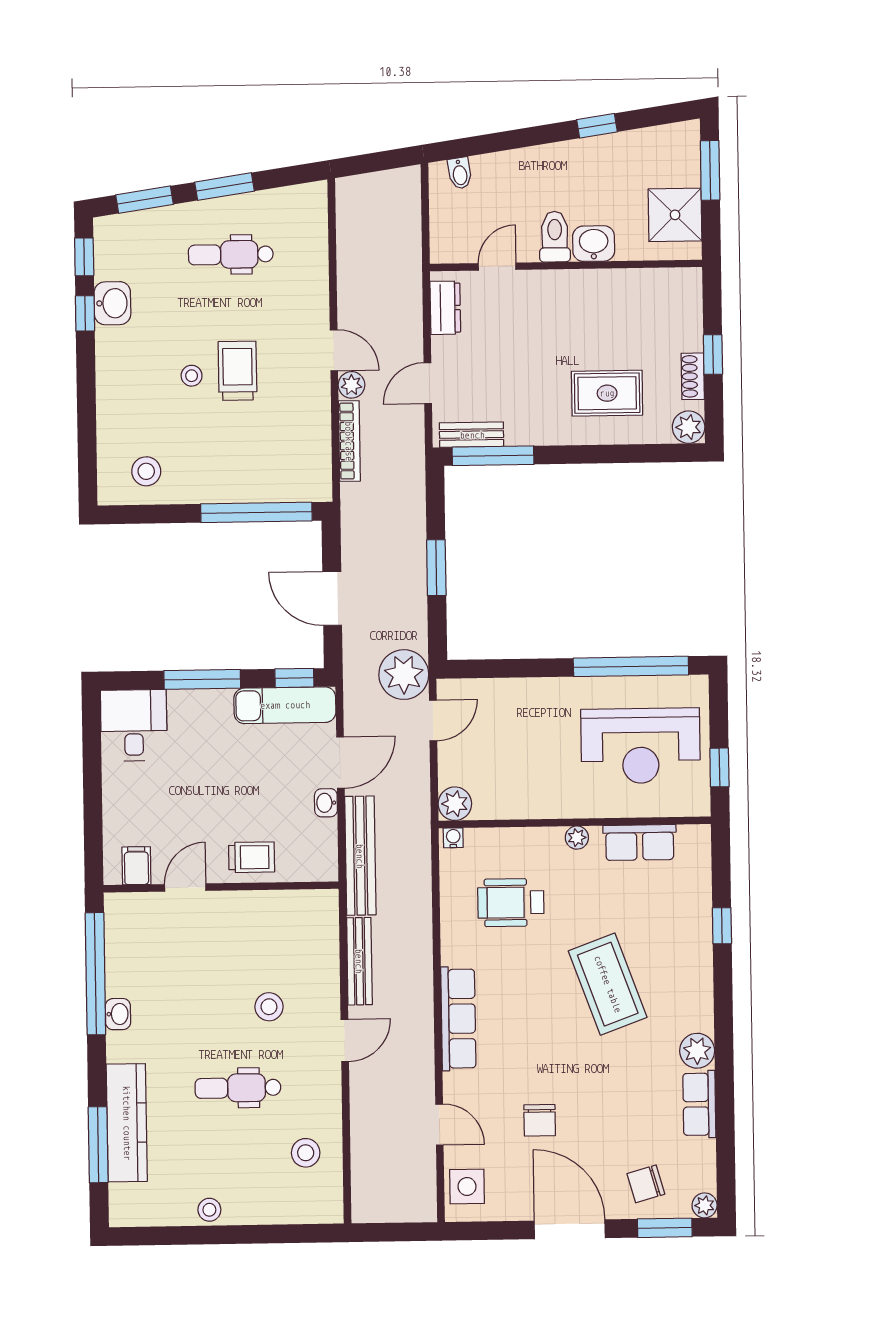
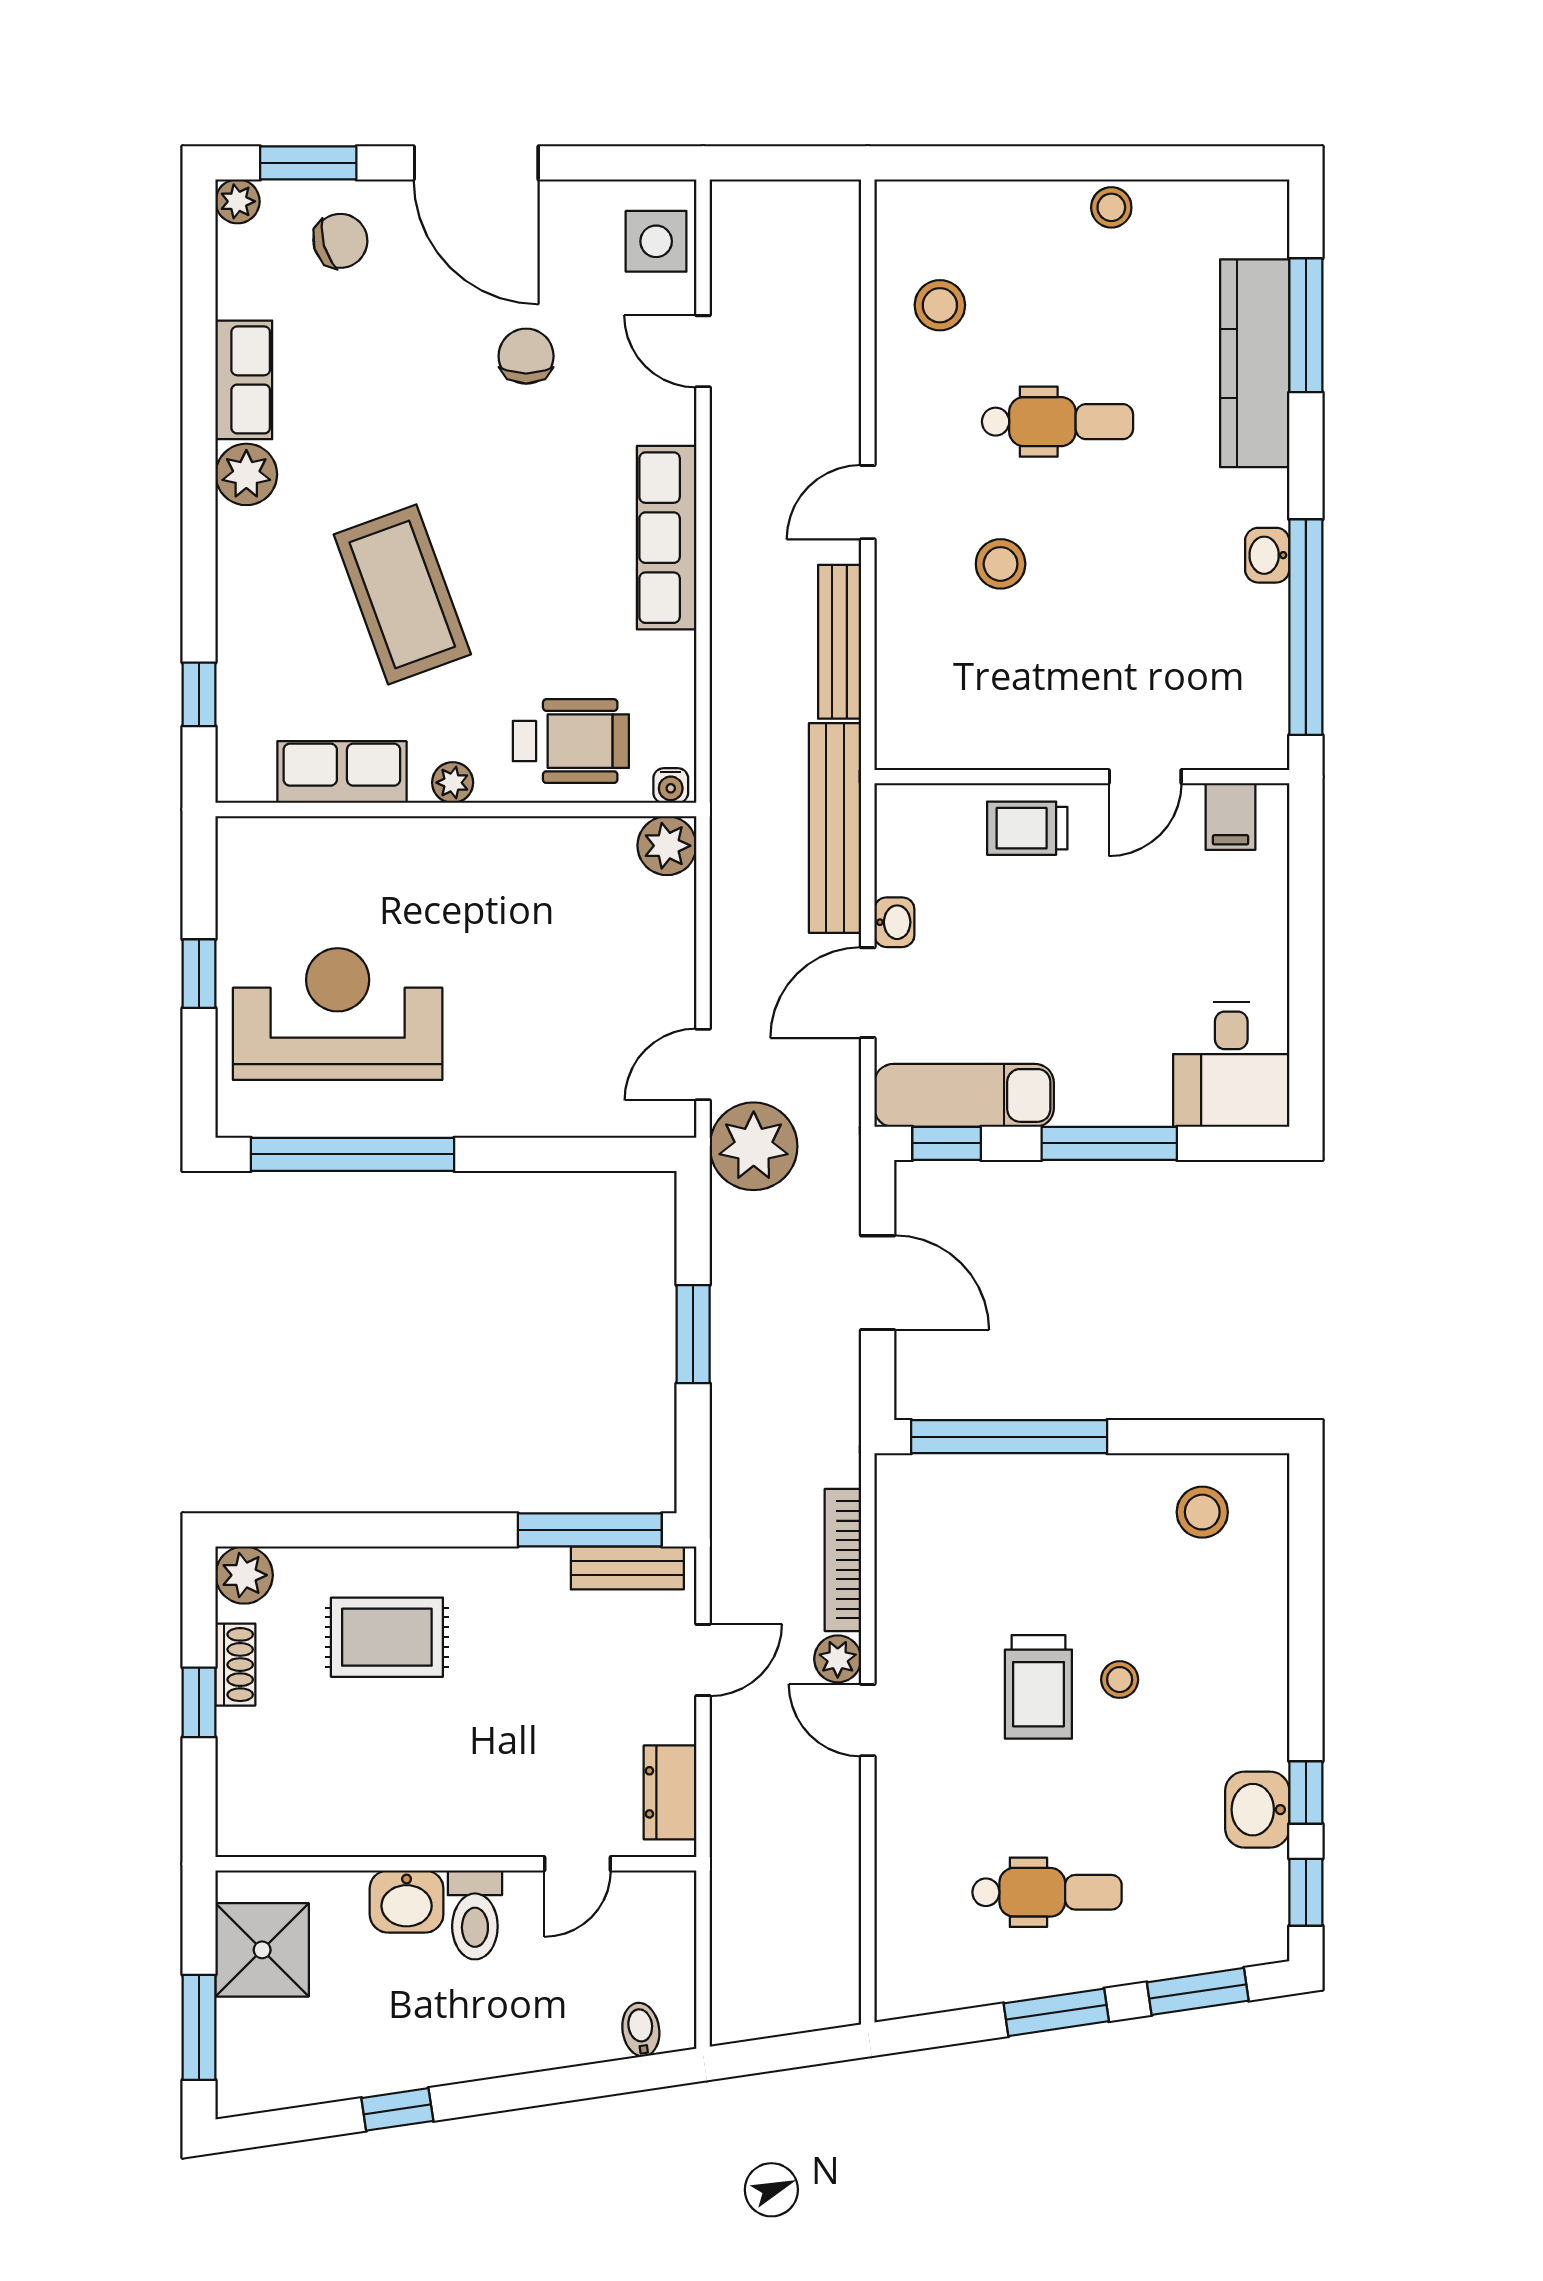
plant: (455, 804) -> (667, 846), moved
wall: (575, 822) -> (456, 810), moved
water cooler: (453, 838) -> (671, 786), moved
plant: (577, 838) -> (453, 783), moved
row of seats: (640, 842) -> (342, 772), moved

